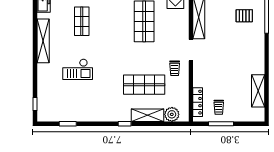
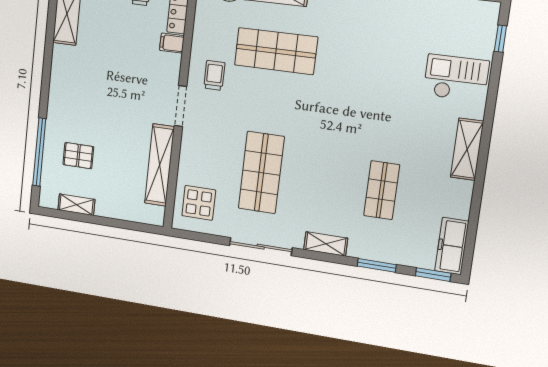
shelving: (43, 41) -> (467, 149), width x0.68
checkout: (78, 69) -> (456, 78), moved
filing cabinet: (199, 82) -> (172, 43), added

